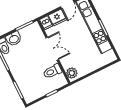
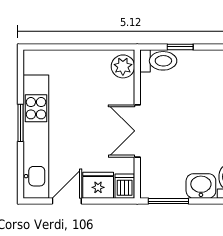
toilet: (52, 71) -> (158, 61), moved

